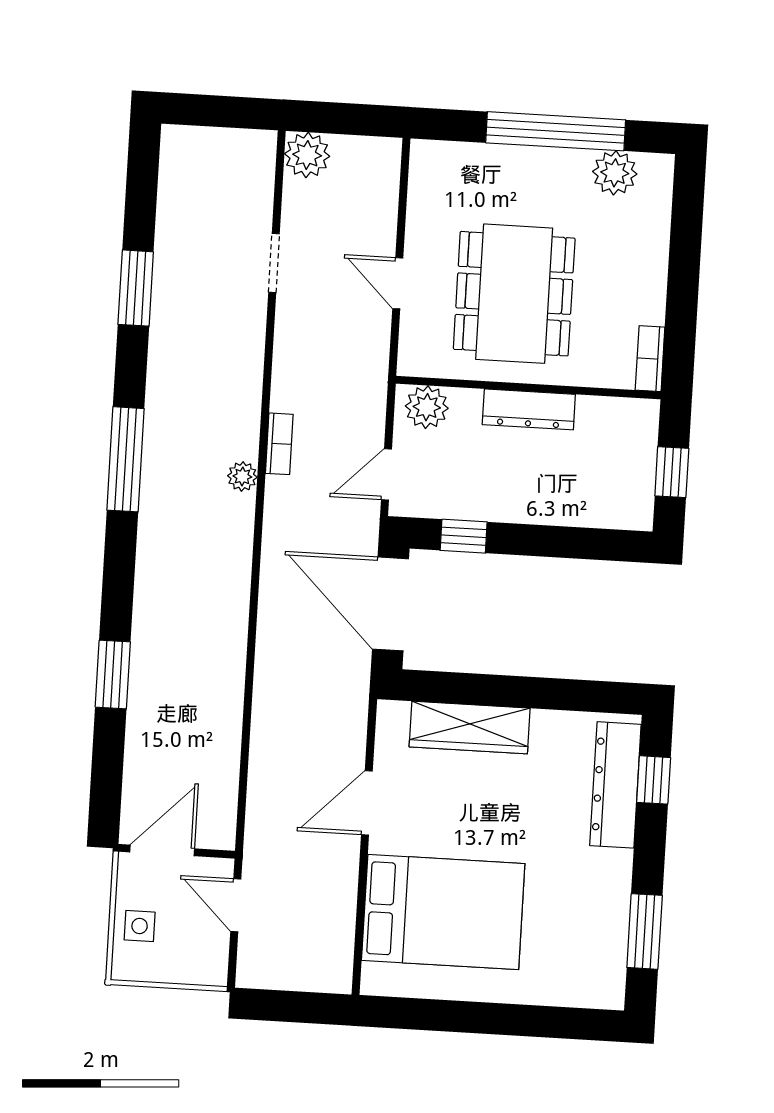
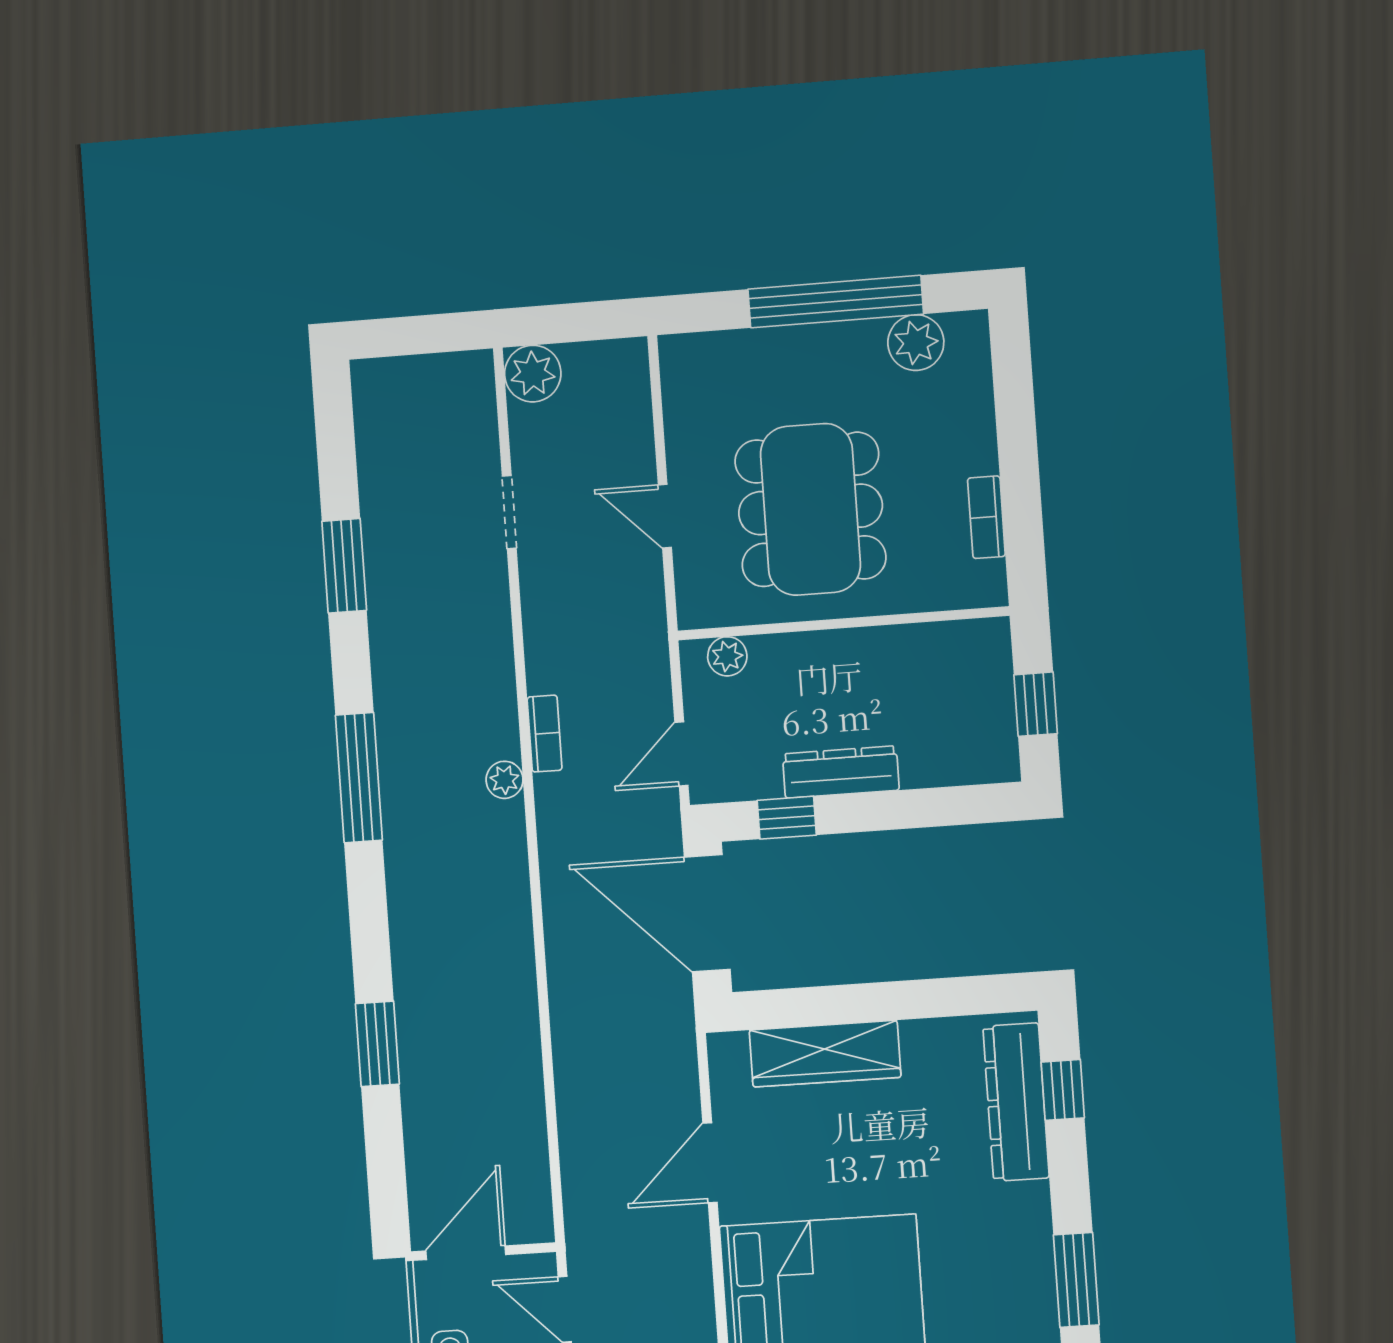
bookcase: (650, 359) -> (986, 517), moved
plant: (427, 407) -> (727, 656), width x0.73, depth x0.73
dresser: (529, 409) -> (841, 772), moved, turned 180

